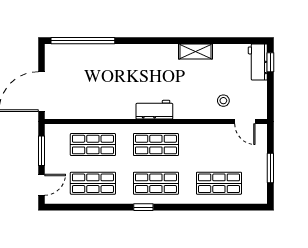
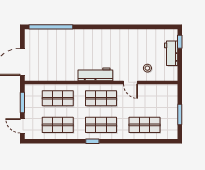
shelving: (195, 51) -> (128, 34), removed
workbench: (258, 62) -> (171, 53), moved
workbench: (154, 110) -> (95, 74), width x1.38
door: (245, 121) -> (131, 82), moved
door: (42, 185) -> (22, 126), swing flipped

